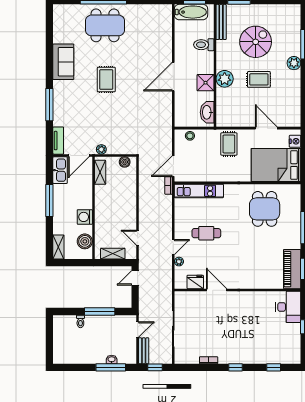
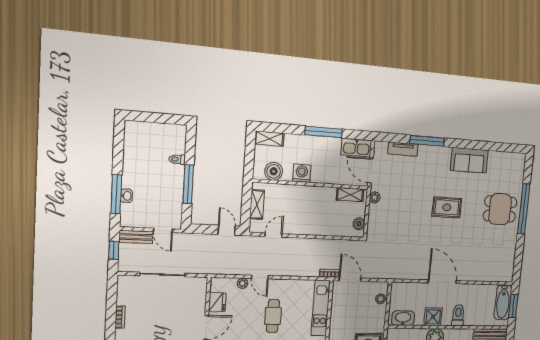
dining table: (105, 25) -> (500, 209), width x0.73
toilet: (204, 45) -> (458, 315), moved
tv unit: (58, 141) -> (403, 149), moved

